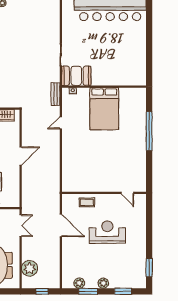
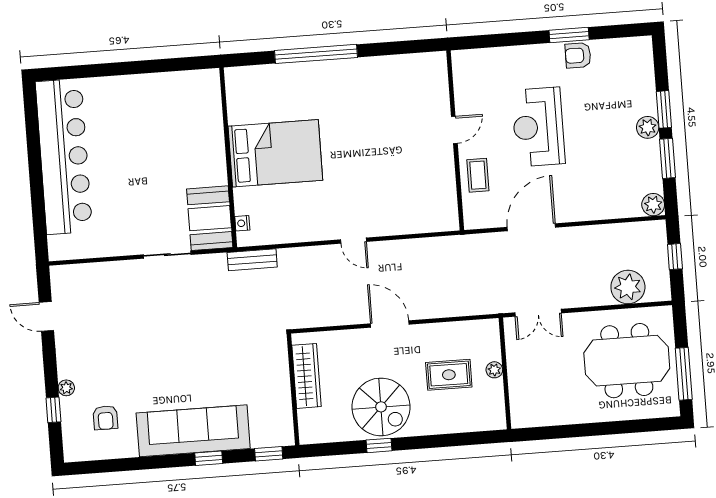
door: (61, 123) -> (354, 241), moved
door: (127, 193) -> (454, 130), moved
double door: (21, 226) -> (538, 313), swing flipped
armchair: (139, 253) -> (578, 55), added
window: (149, 268) -> (569, 35), moved
plant: (79, 283) -> (653, 205), moved
window: (123, 291) -> (664, 109), moved

